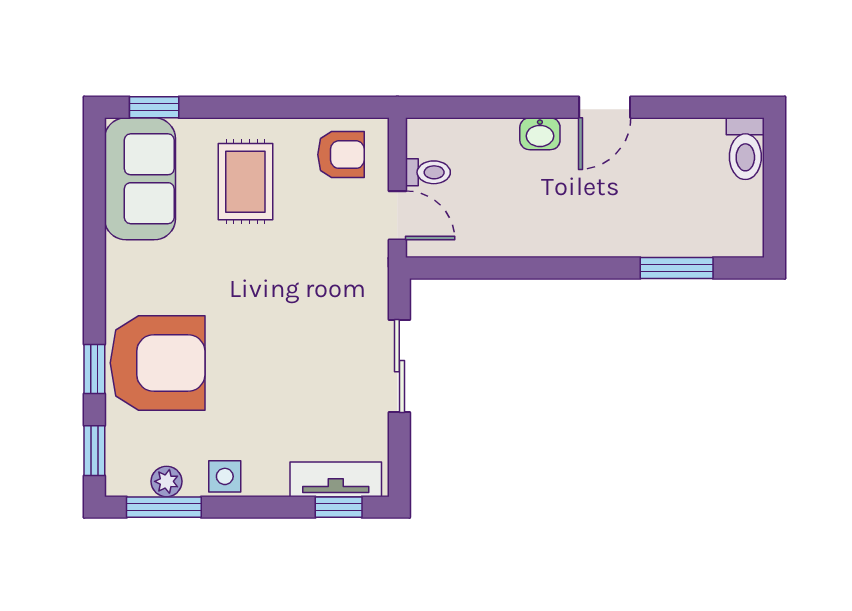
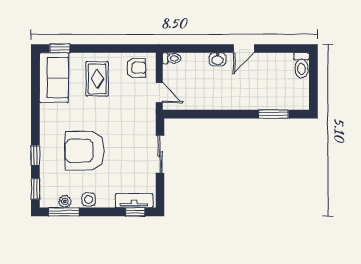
toilet: (428, 172) -> (172, 58), moved
armchair: (158, 363) -> (85, 151), moved, turned 180

